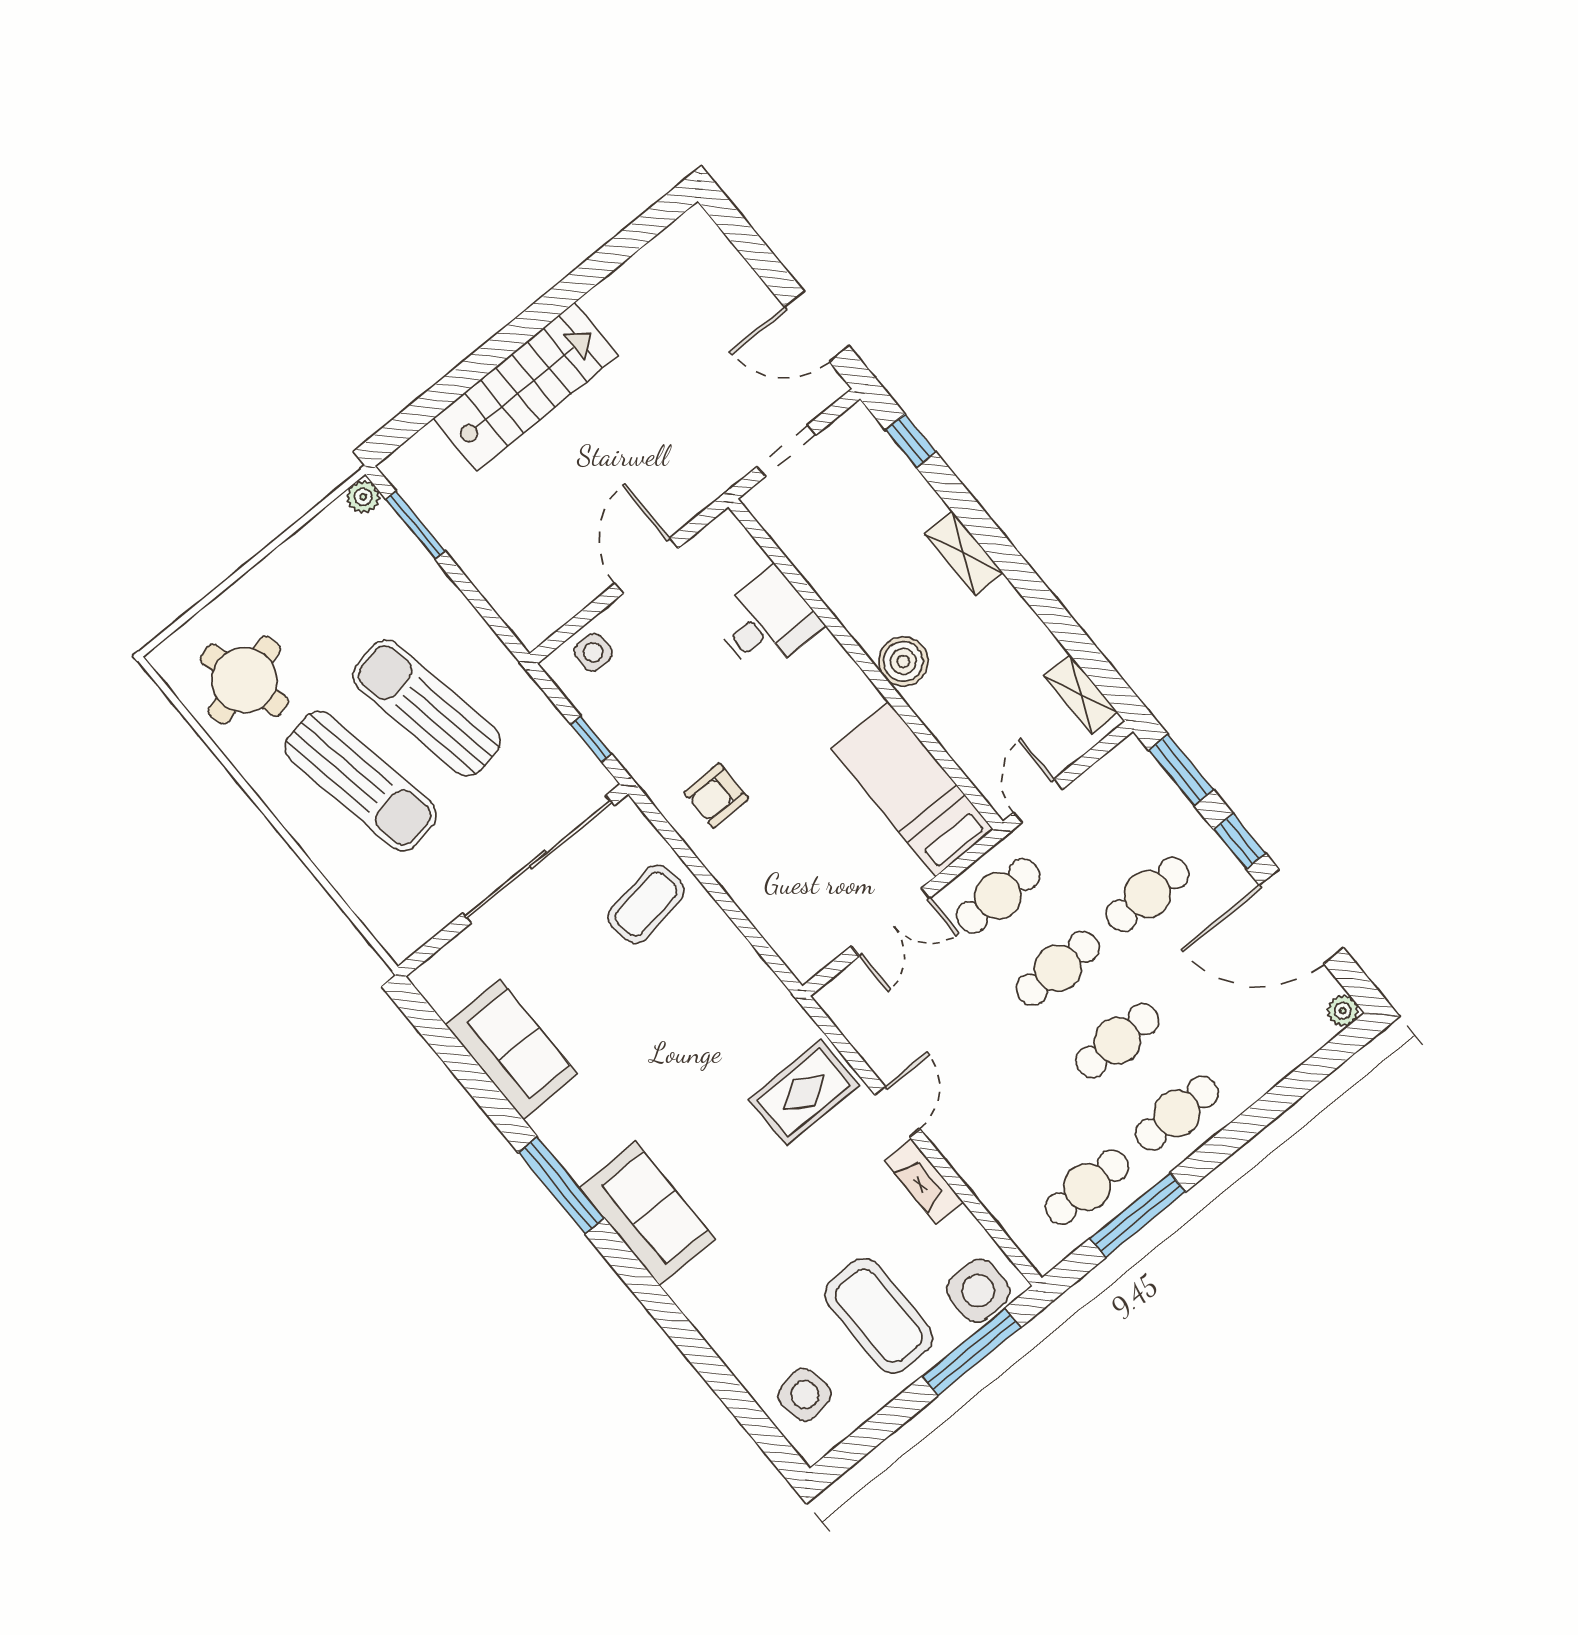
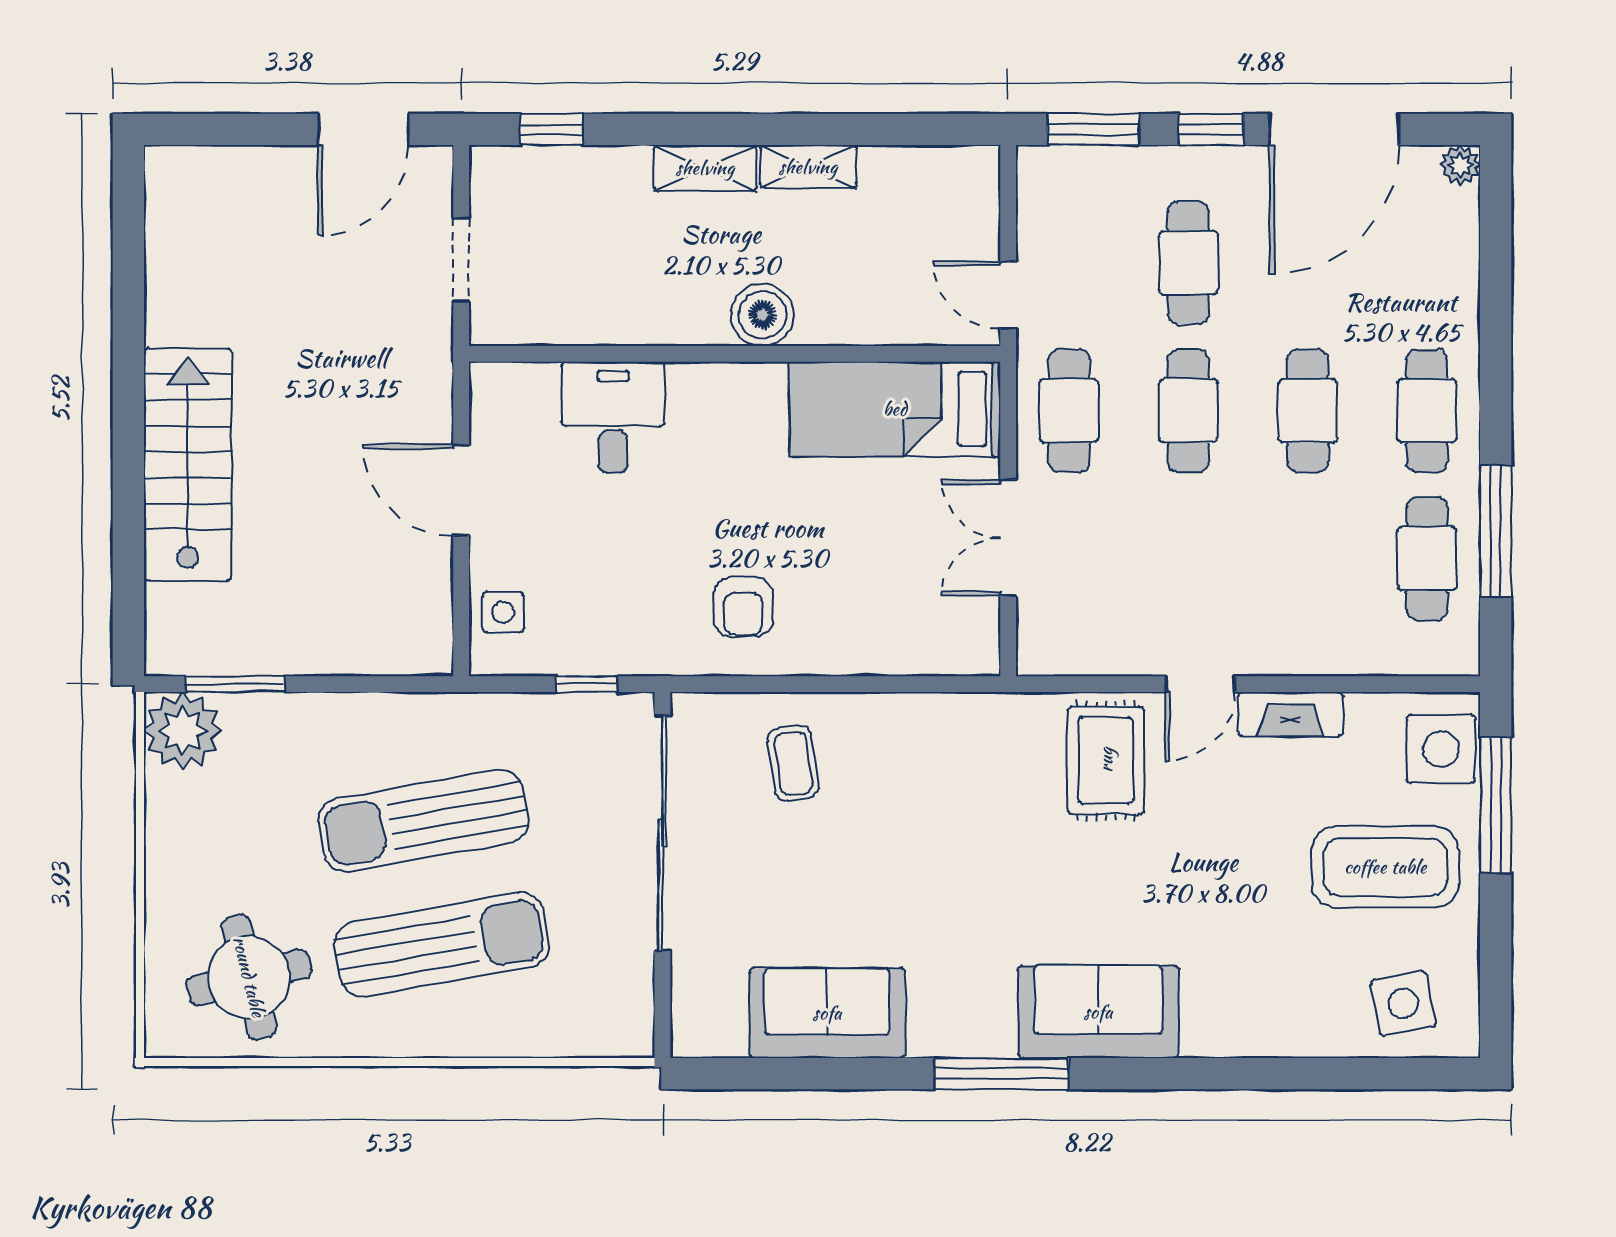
plant: (363, 497) -> (183, 731), width x1.88, depth x1.88
shelving: (1081, 694) -> (808, 167), moved
coffee table: (646, 904) -> (793, 763), width x0.73, depth x0.77
double door: (890, 922) -> (1008, 538), swing flipped
door: (897, 1112) -> (1200, 684), swing flipped

